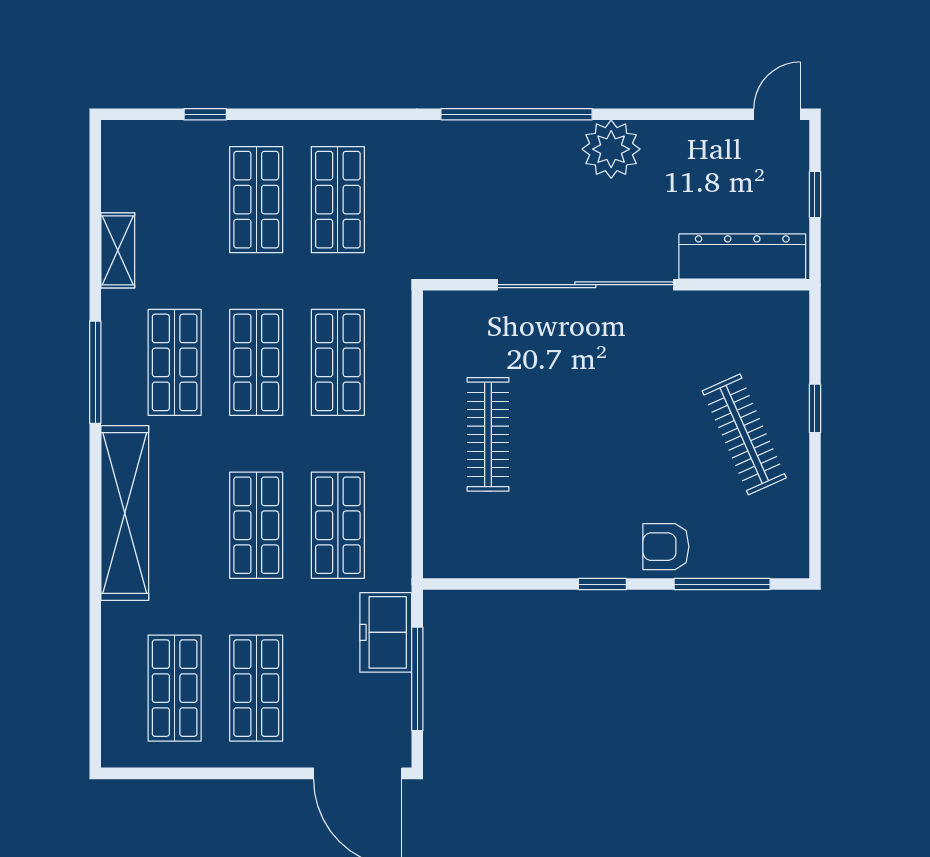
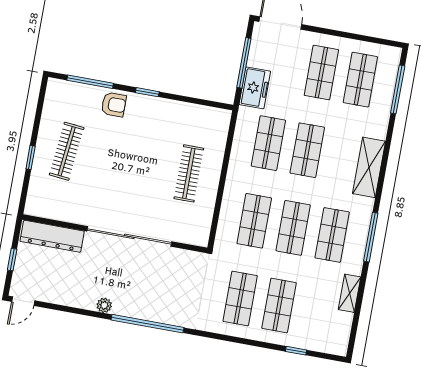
plant: (611, 149) -> (104, 305), width x0.53, depth x0.53
clothes rail: (744, 434) -> (67, 151), turned 30
shelving: (125, 513) -> (369, 167), width x0.68
window: (95, 682) -> (398, 89), added

